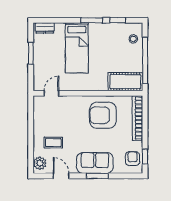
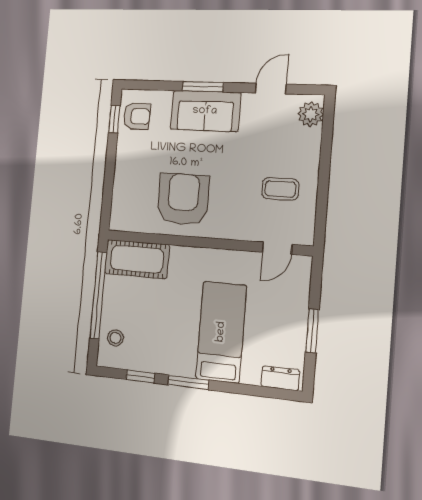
armchair: (103, 115) -> (183, 199), turned -90
bookcase: (138, 118) -> (121, 190), removed
coffee table: (53, 143) -> (280, 189), moved
armchair: (133, 159) -> (137, 116), turned -90
door: (61, 176) -> (271, 89), swing flipped

